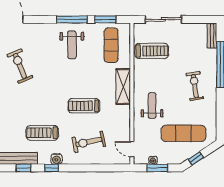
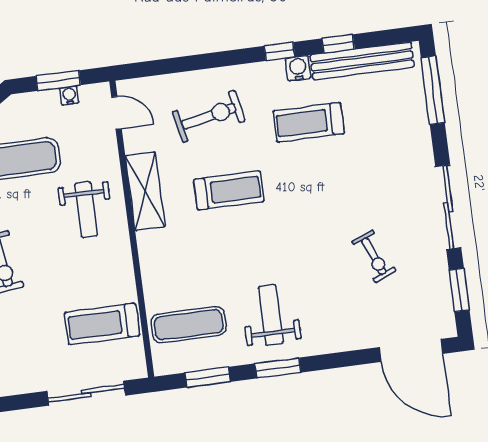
window: (72, 19) -> (278, 368), width x0.69
exercise mat: (111, 45) -> (189, 325), turned 90
exercise bike: (20, 66) -> (374, 256), width x0.73, depth x0.72
shelving: (123, 87) -> (145, 191), moved
treadmill: (42, 133) -> (309, 122), turned 180
water cooler: (56, 159) -> (298, 68), moved

